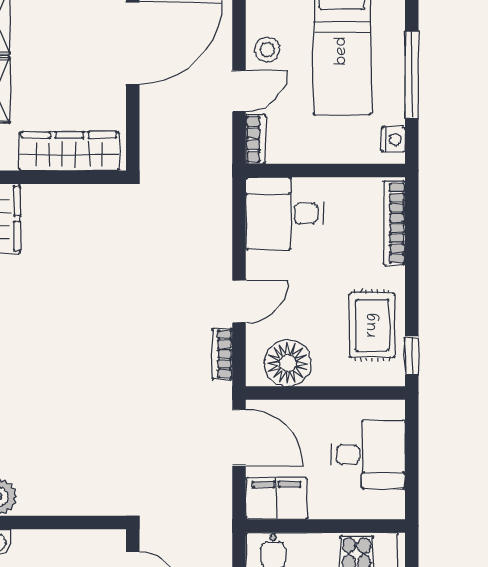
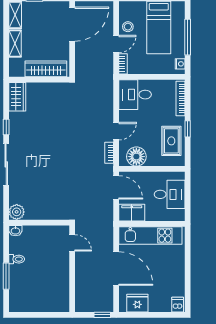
window: (412, 356) -> (188, 129), moved

